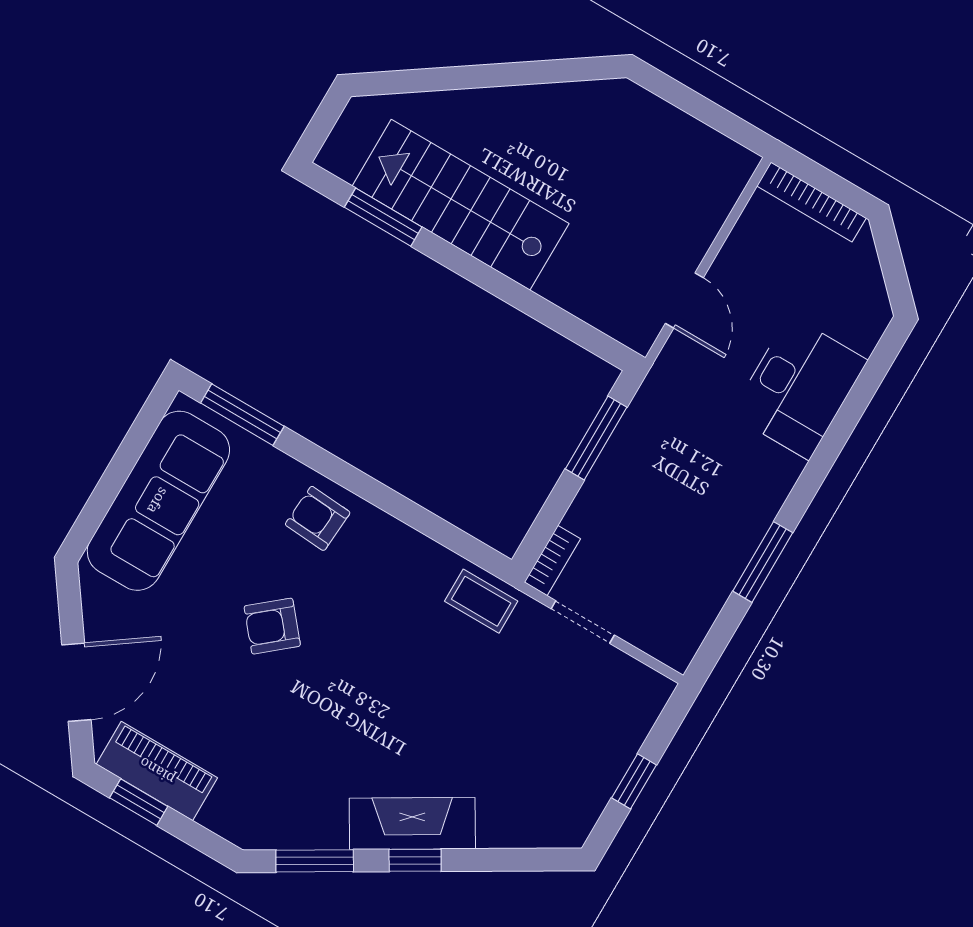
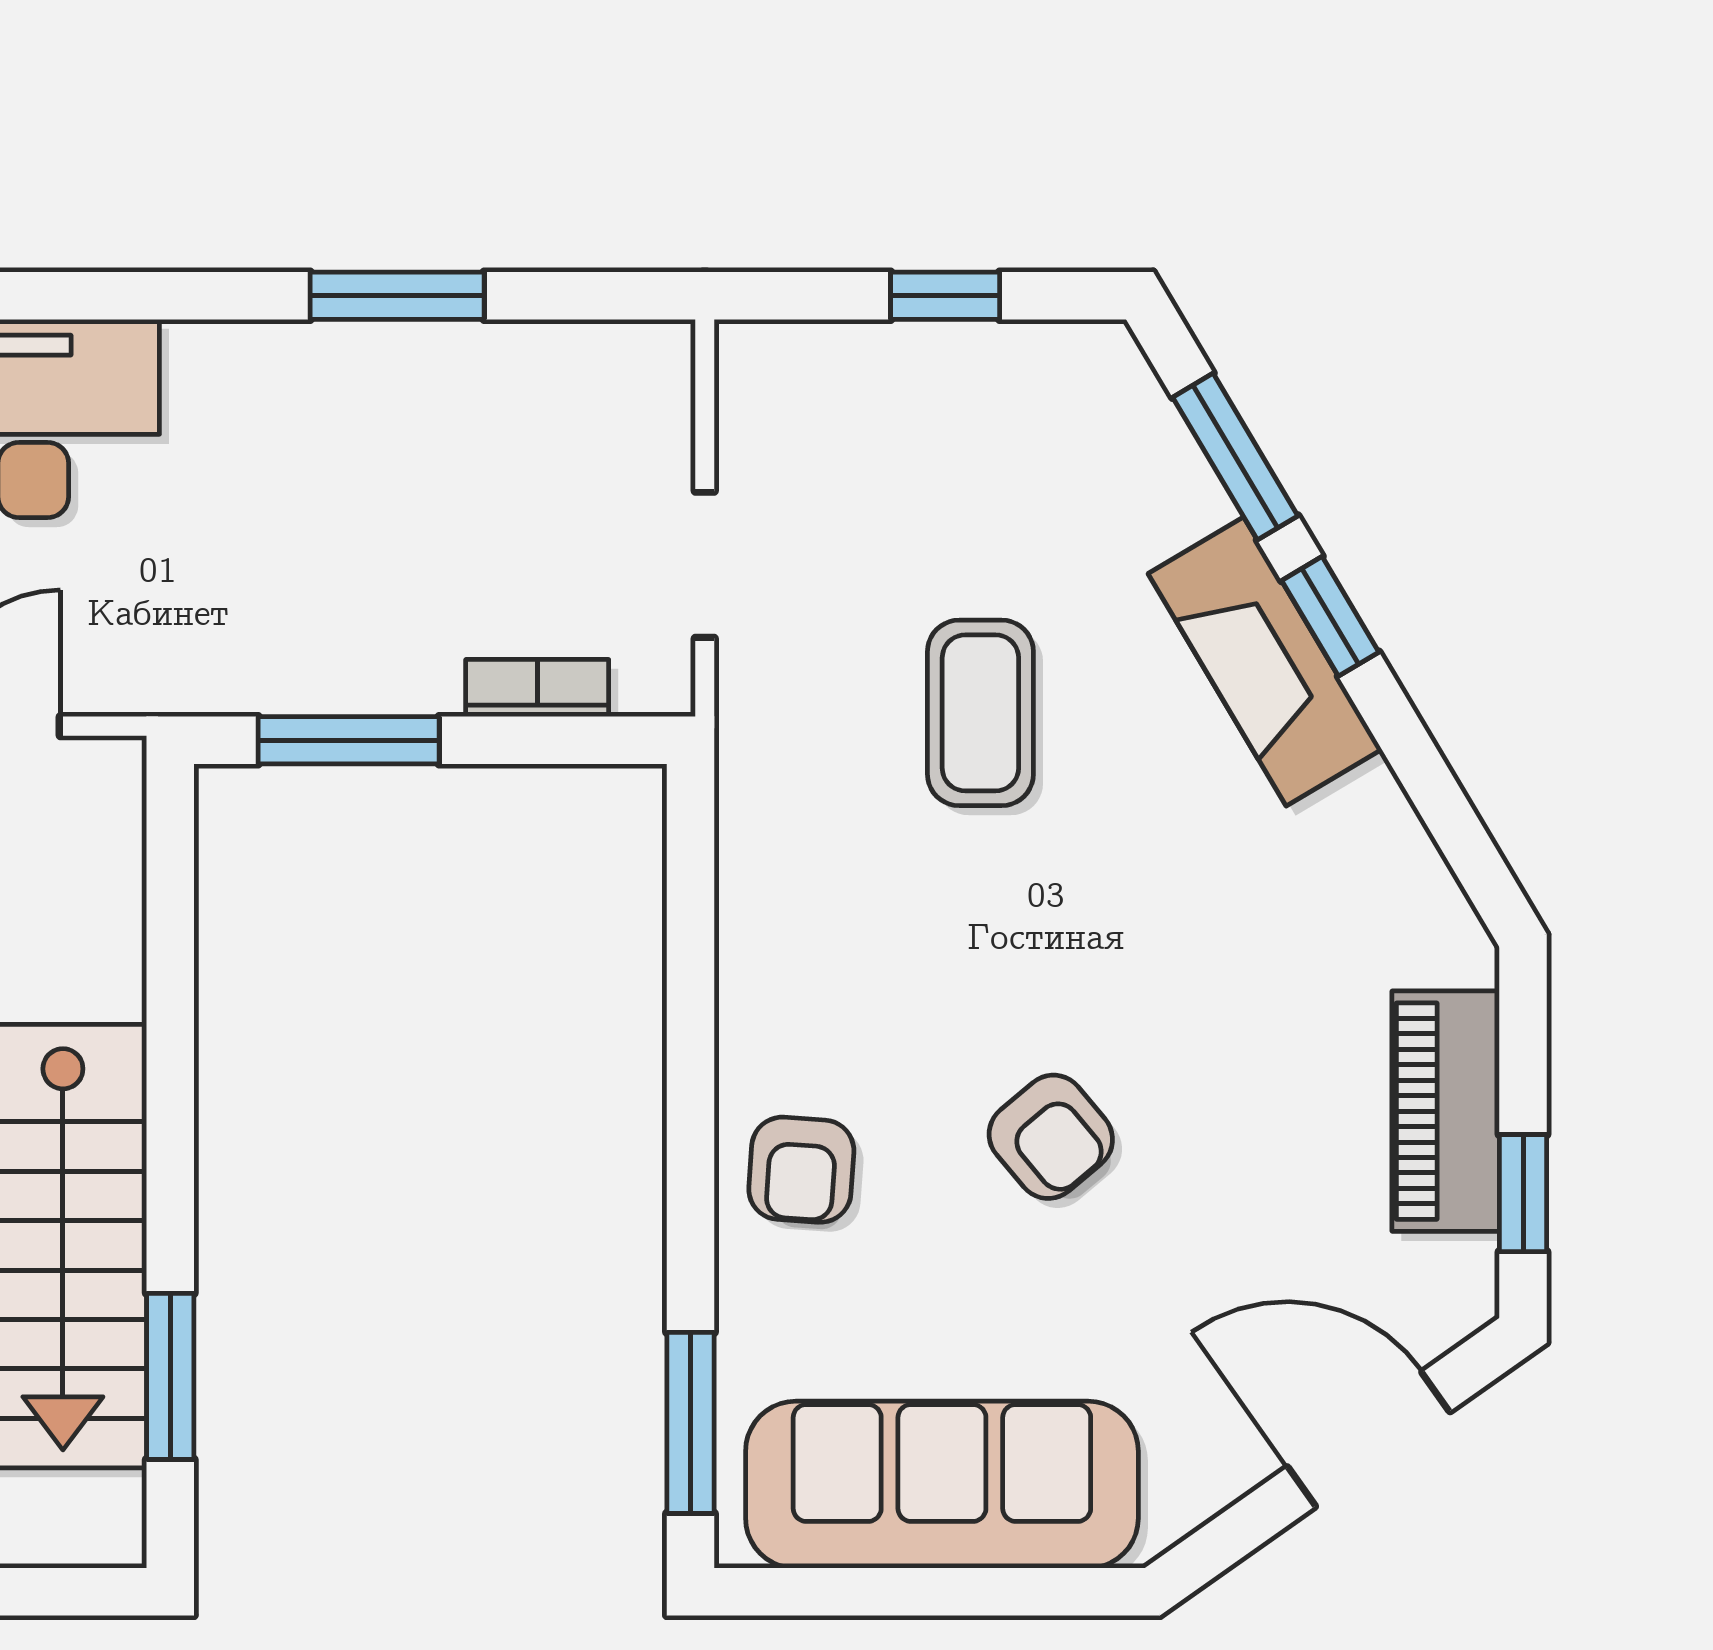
bookcase: (552, 560) -> (537, 688), moved
coffee table: (481, 601) -> (980, 713), moved, width x1.36, depth x1.30
piano: (157, 771) -> (1446, 1111), moved
window: (315, 861) -> (1235, 457), moved

